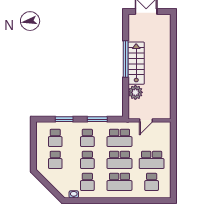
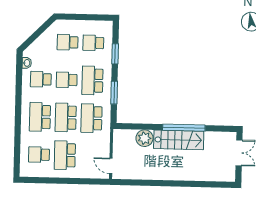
door: (146, 120) -> (111, 166), moved
school desk: (87, 138) -> (92, 81), width x1.85

